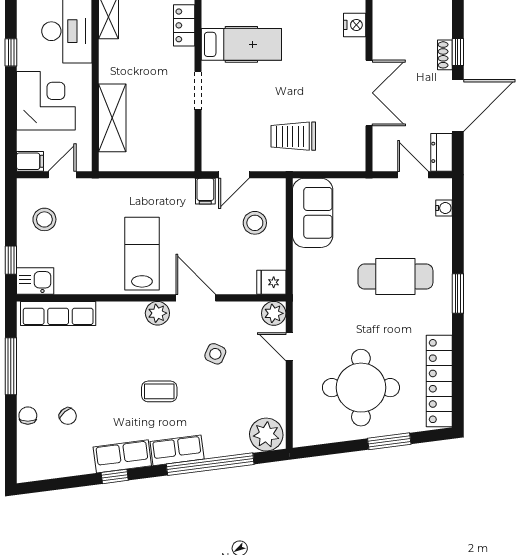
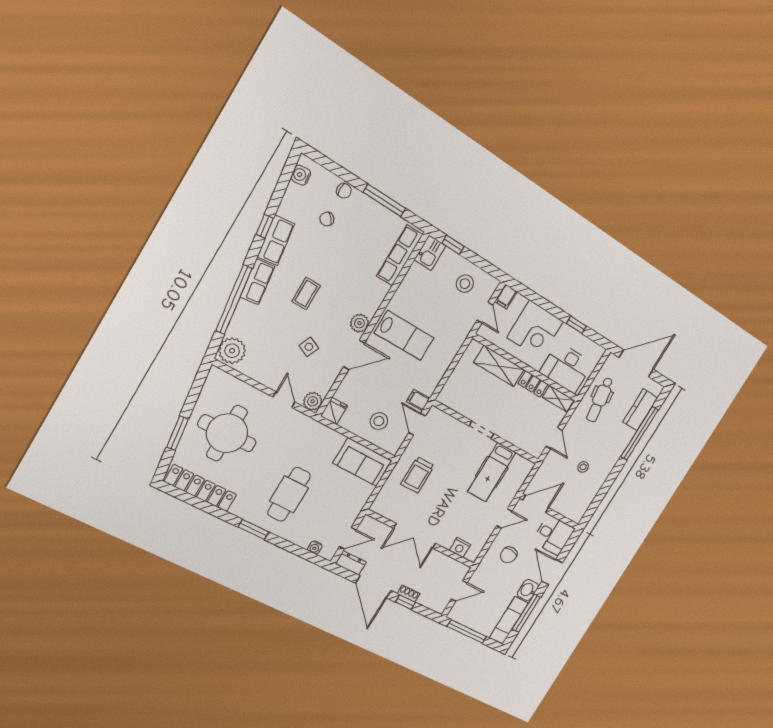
locker: (184, 25) -> (533, 384), moved, turned 180
trolley: (293, 136) -> (418, 475), turned 180
door: (289, 347) -> (284, 400), hinge flipped
water cooler: (40, 470) -> (301, 175), added

